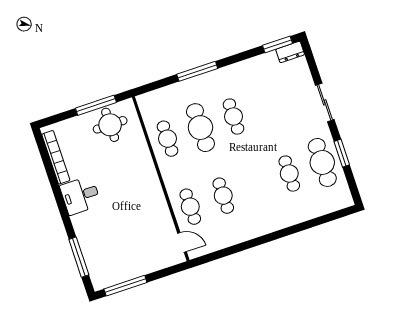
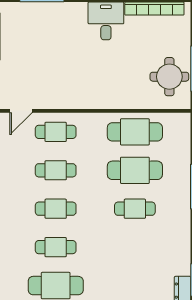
cafe table: (167, 139) -> (135, 132), width x1.37, depth x1.35
cafe table: (256, 185) -> (56, 209), added

